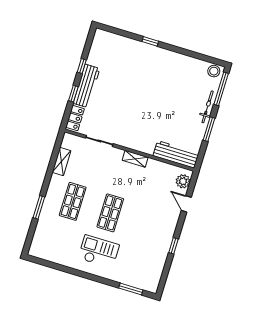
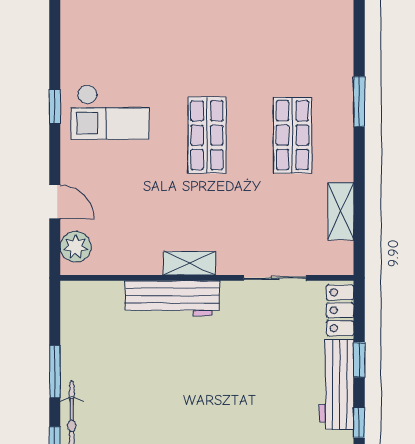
workbench: (176, 154) -> (172, 298), moved
checkout: (99, 252) -> (110, 112), moved

